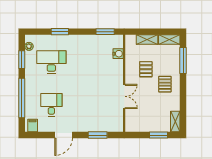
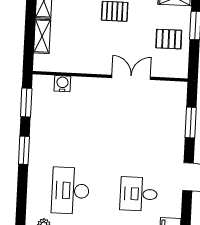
window: (60, 32) -> (24, 150), moved
pallet: (146, 69) -> (169, 39), moved

